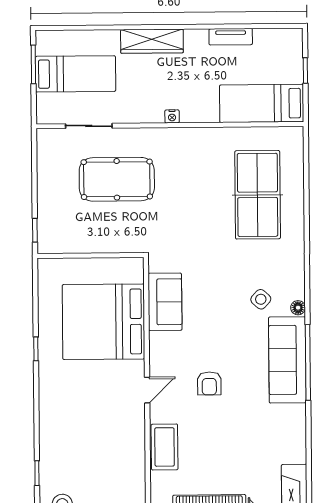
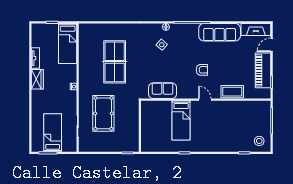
wardrobe: (152, 41) -> (37, 79), moved, width x0.67
table tennis table: (258, 195) -> (115, 62), moved, turned 90
bed: (103, 322) -> (181, 120), width x0.49
sofa: (287, 360) -> (220, 32), moved

